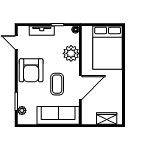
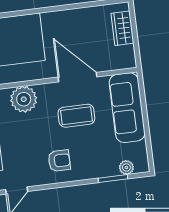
armchair: (31, 70) -> (59, 161), width x0.53, depth x0.53

